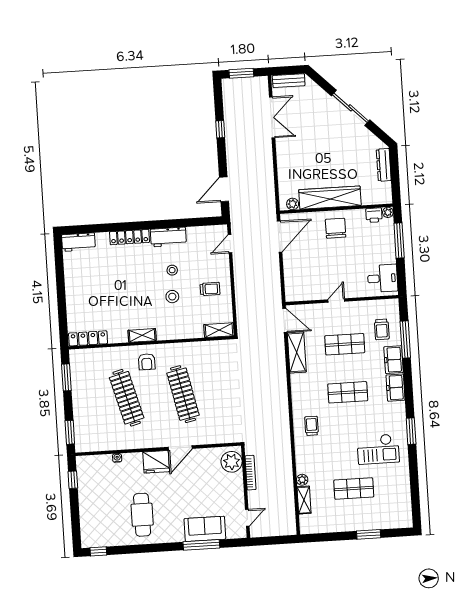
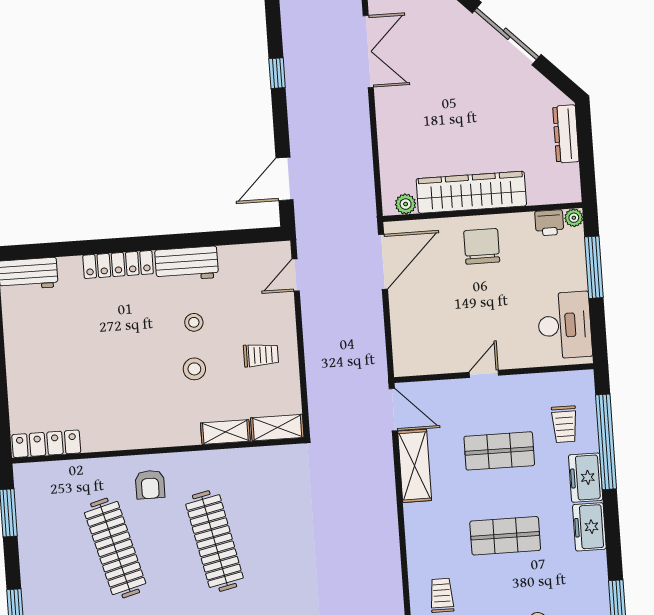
desk: (383, 278) -> (565, 325), width x1.37
shelving: (142, 335) -> (225, 432), moved
window: (405, 339) -> (606, 442), width x1.46

